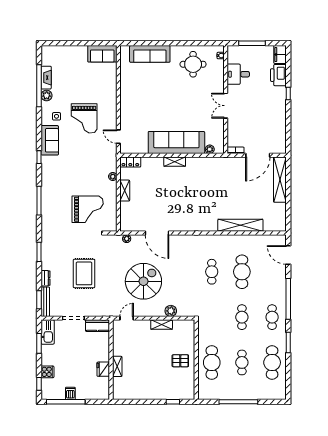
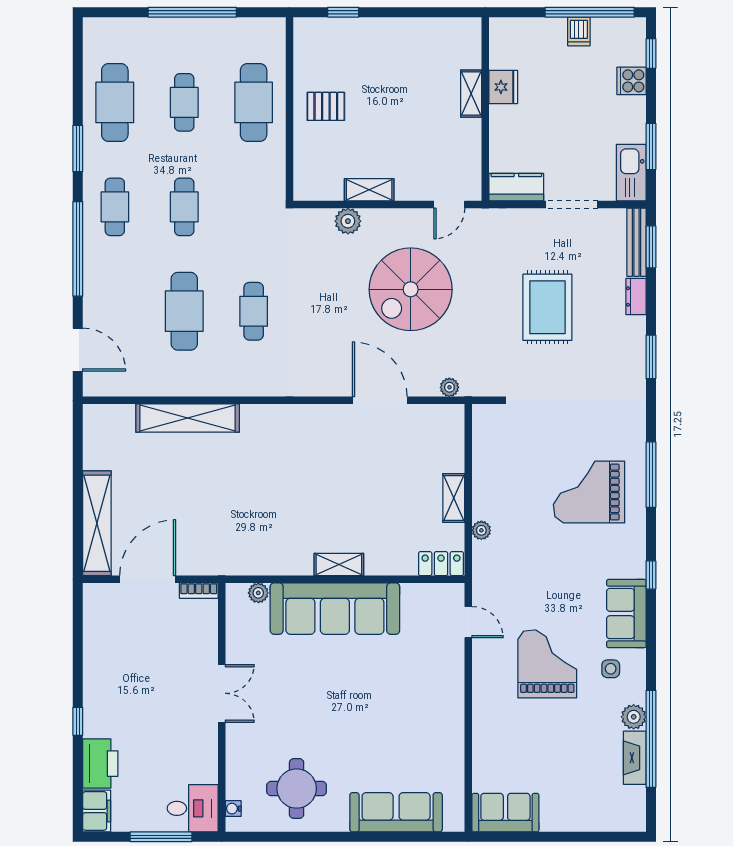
desk: (238, 74) -> (193, 808), moved
grand piano: (88, 209) -> (589, 492), moved

